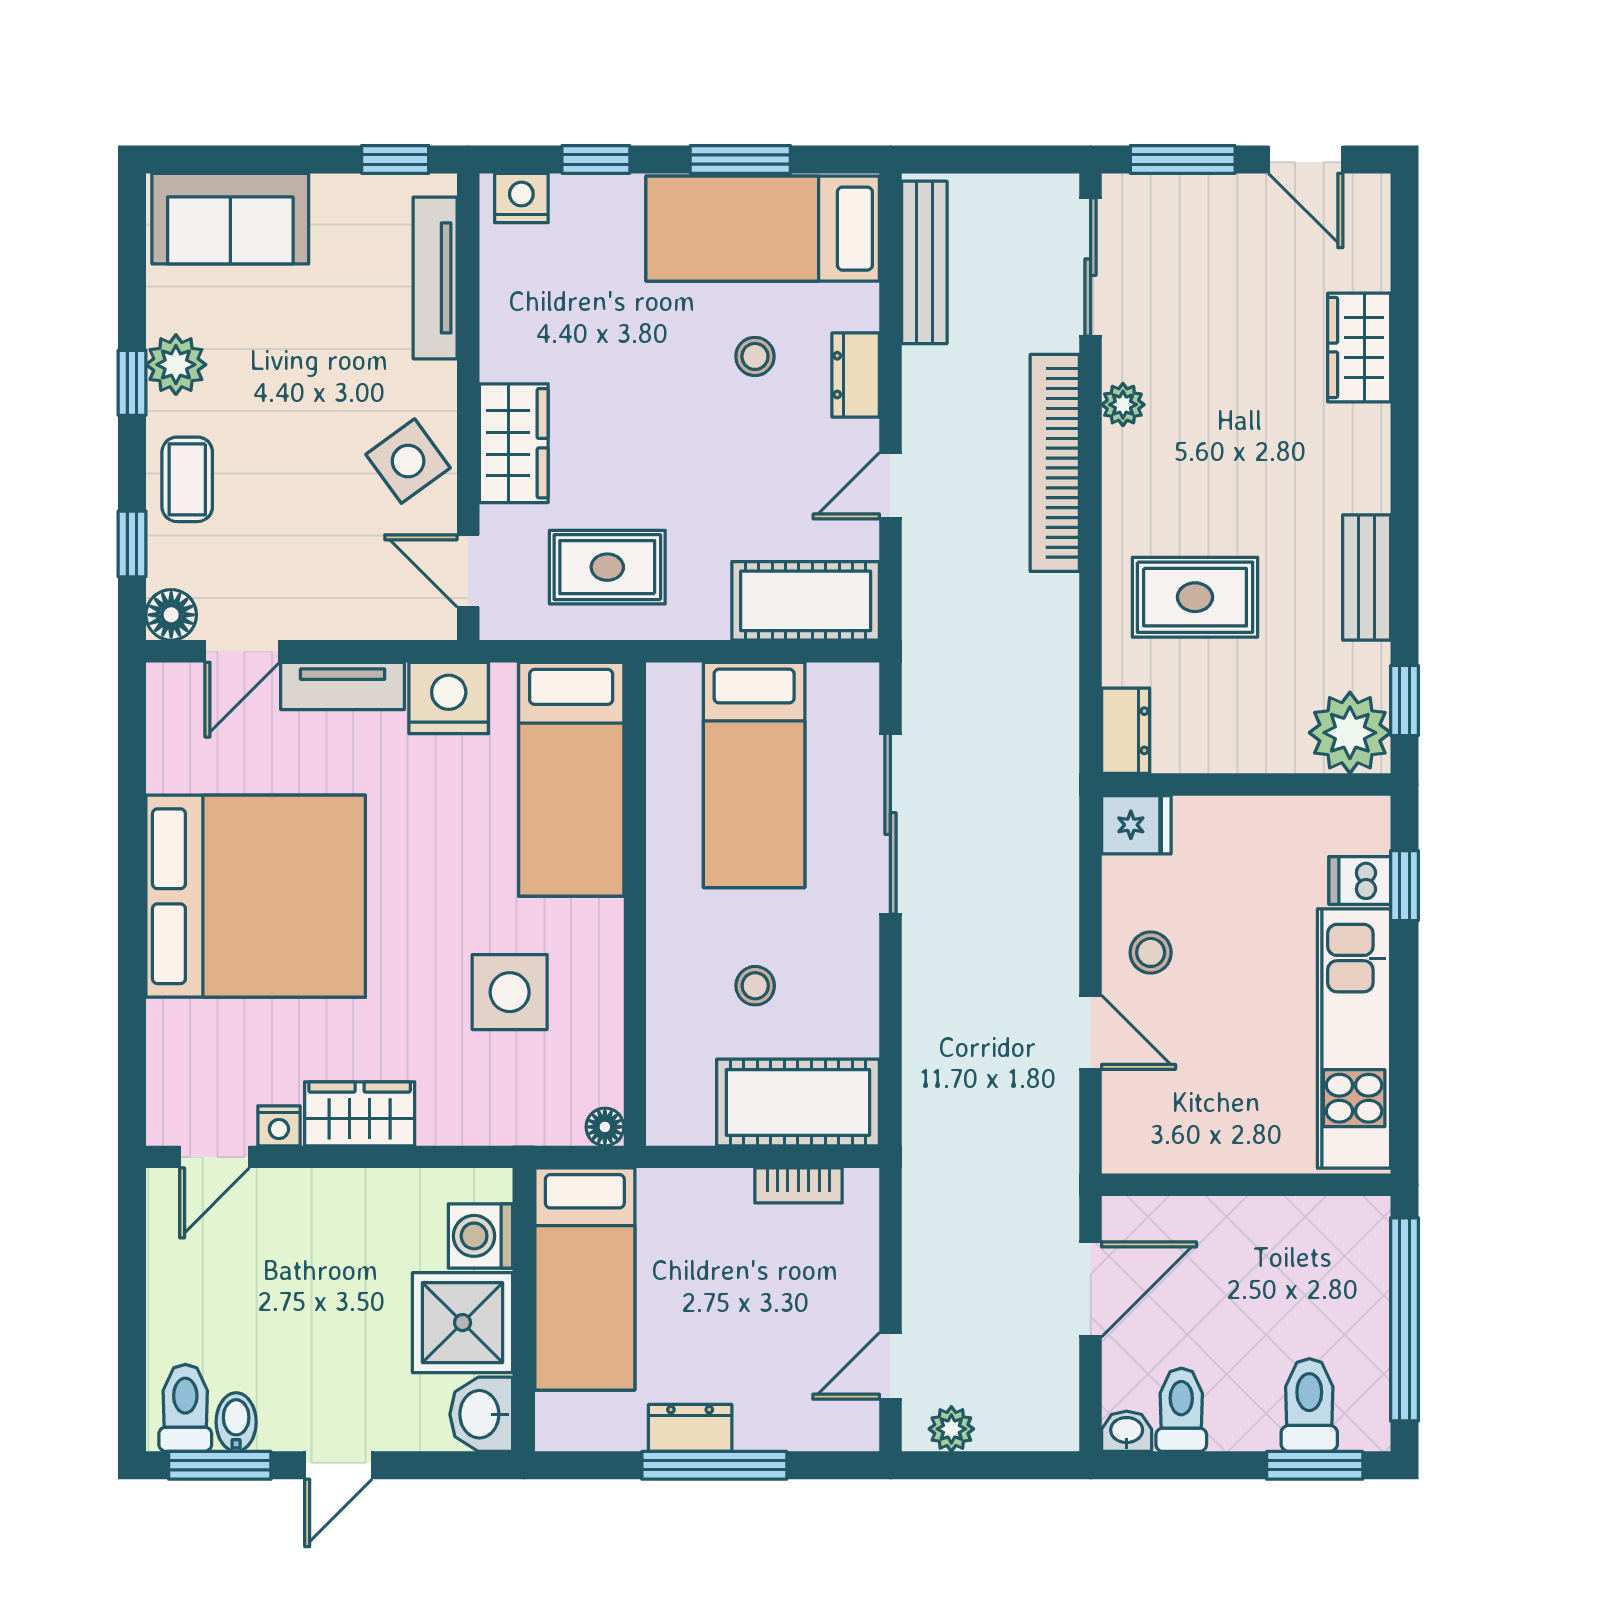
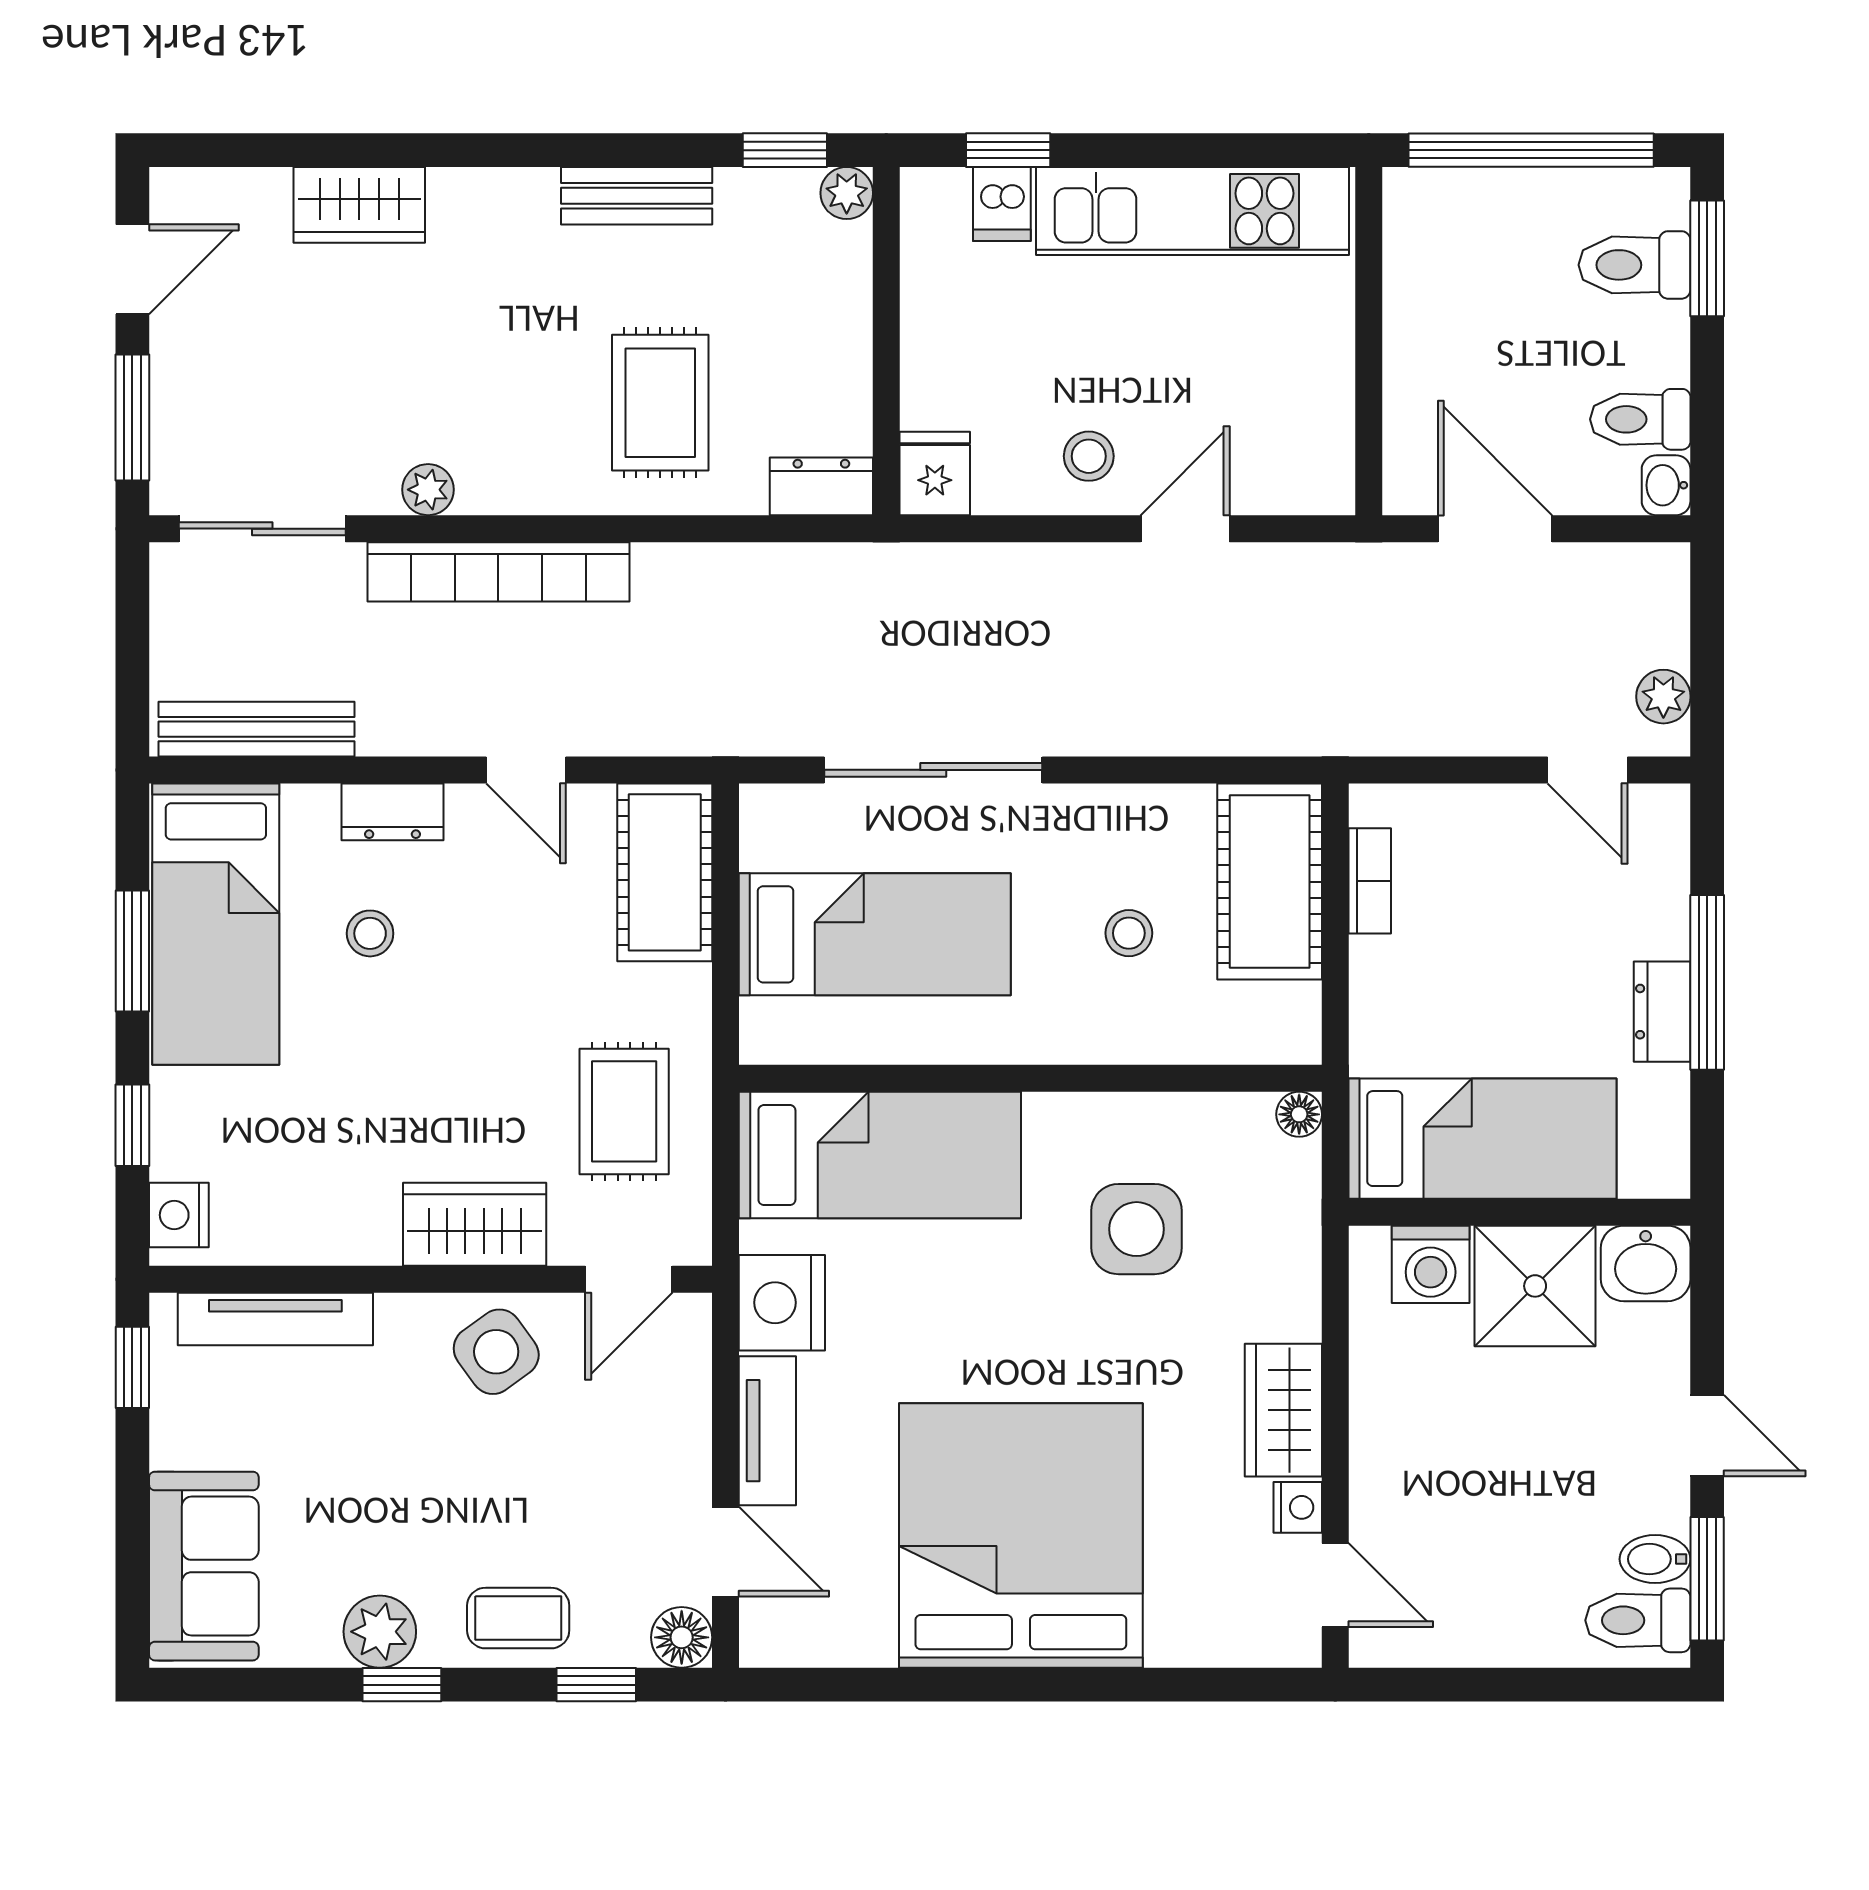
plant: (1350, 733) -> (847, 193), width x0.53, depth x0.53

